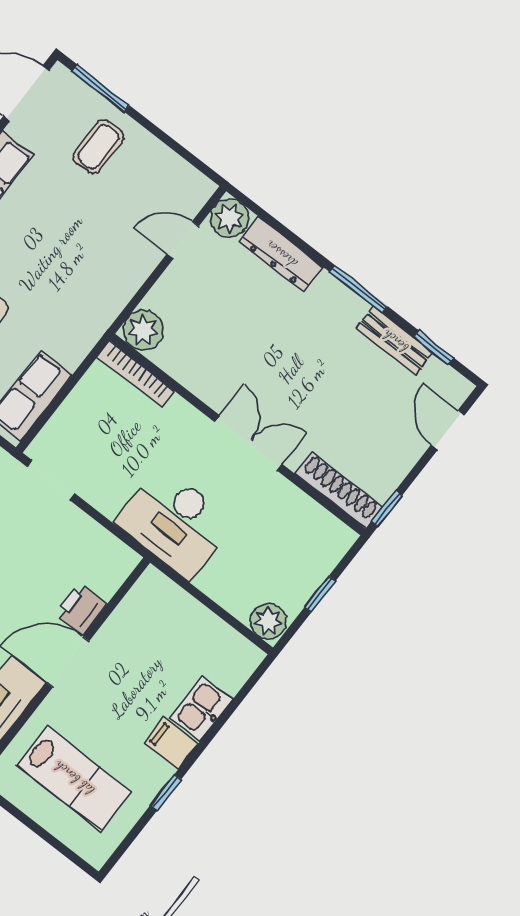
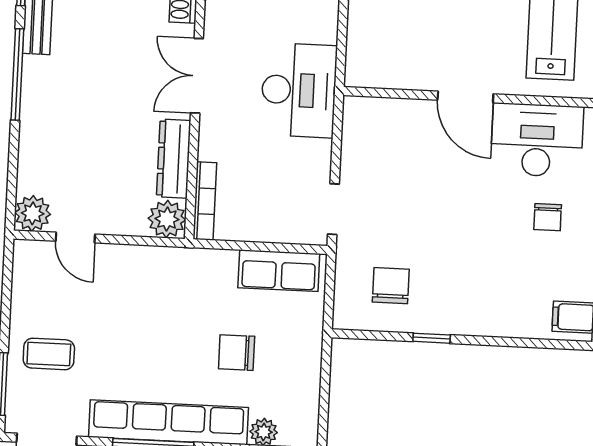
dresser: (281, 254) -> (174, 159), moved, turned 180
window: (359, 289) -> (17, 74), width x1.44
printer: (81, 608) -> (417, 116), removed

